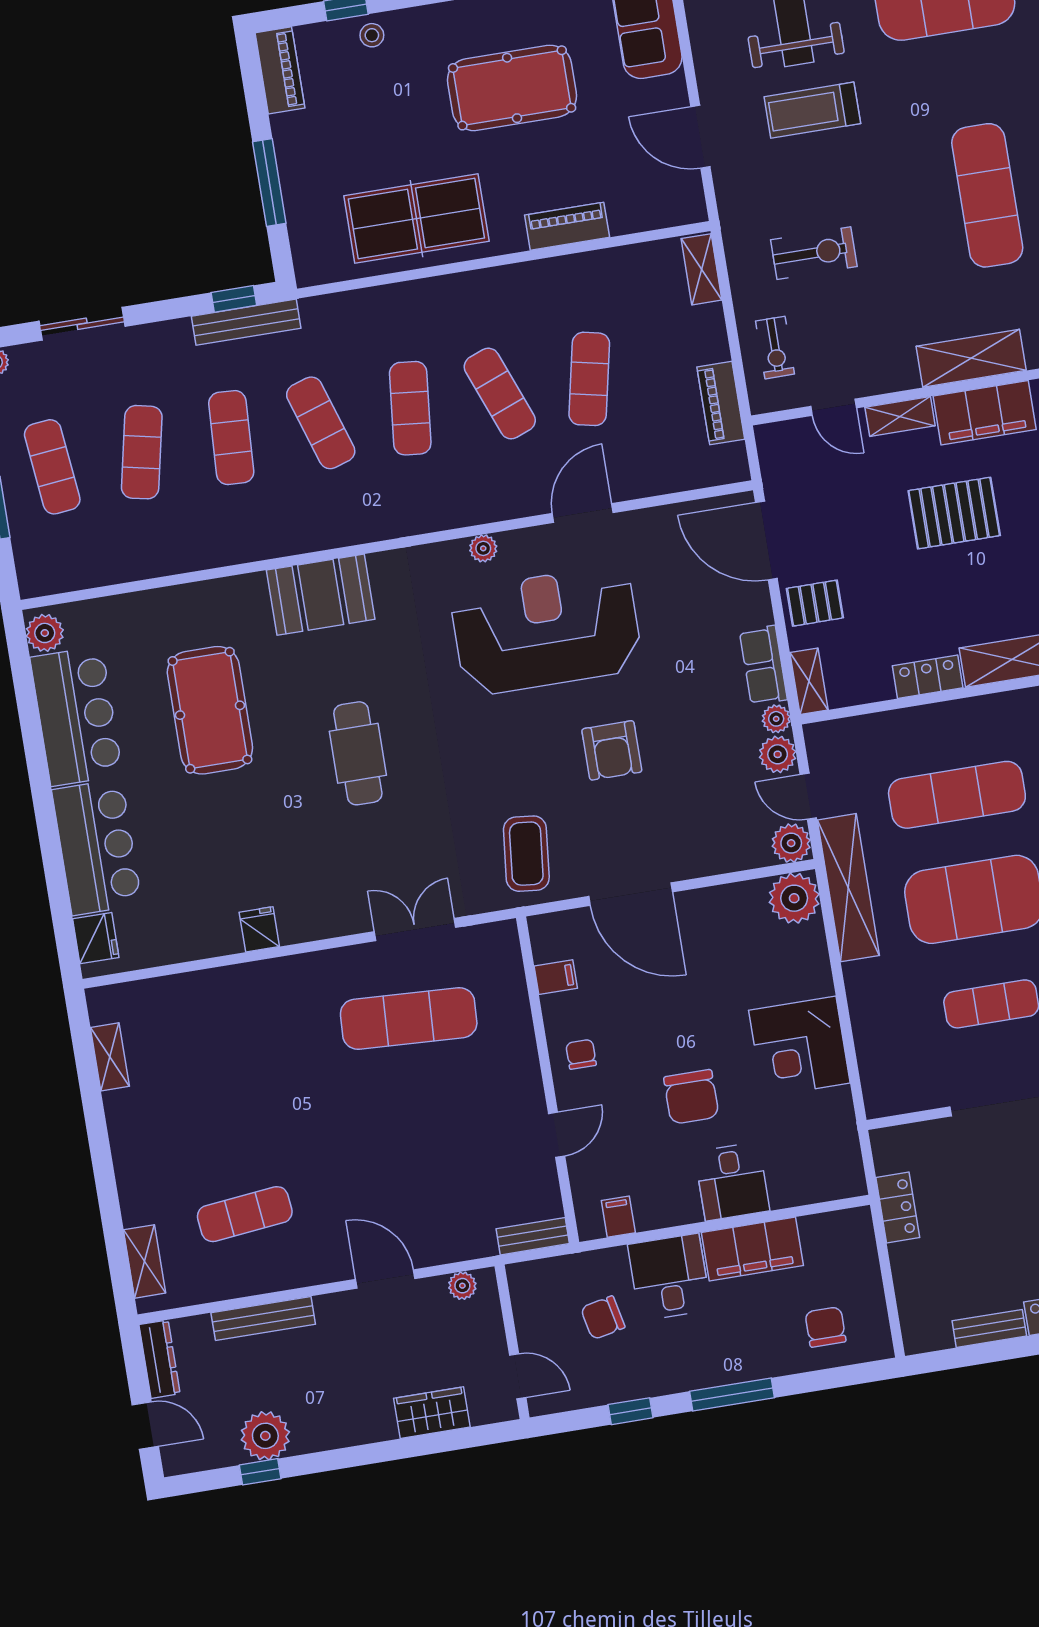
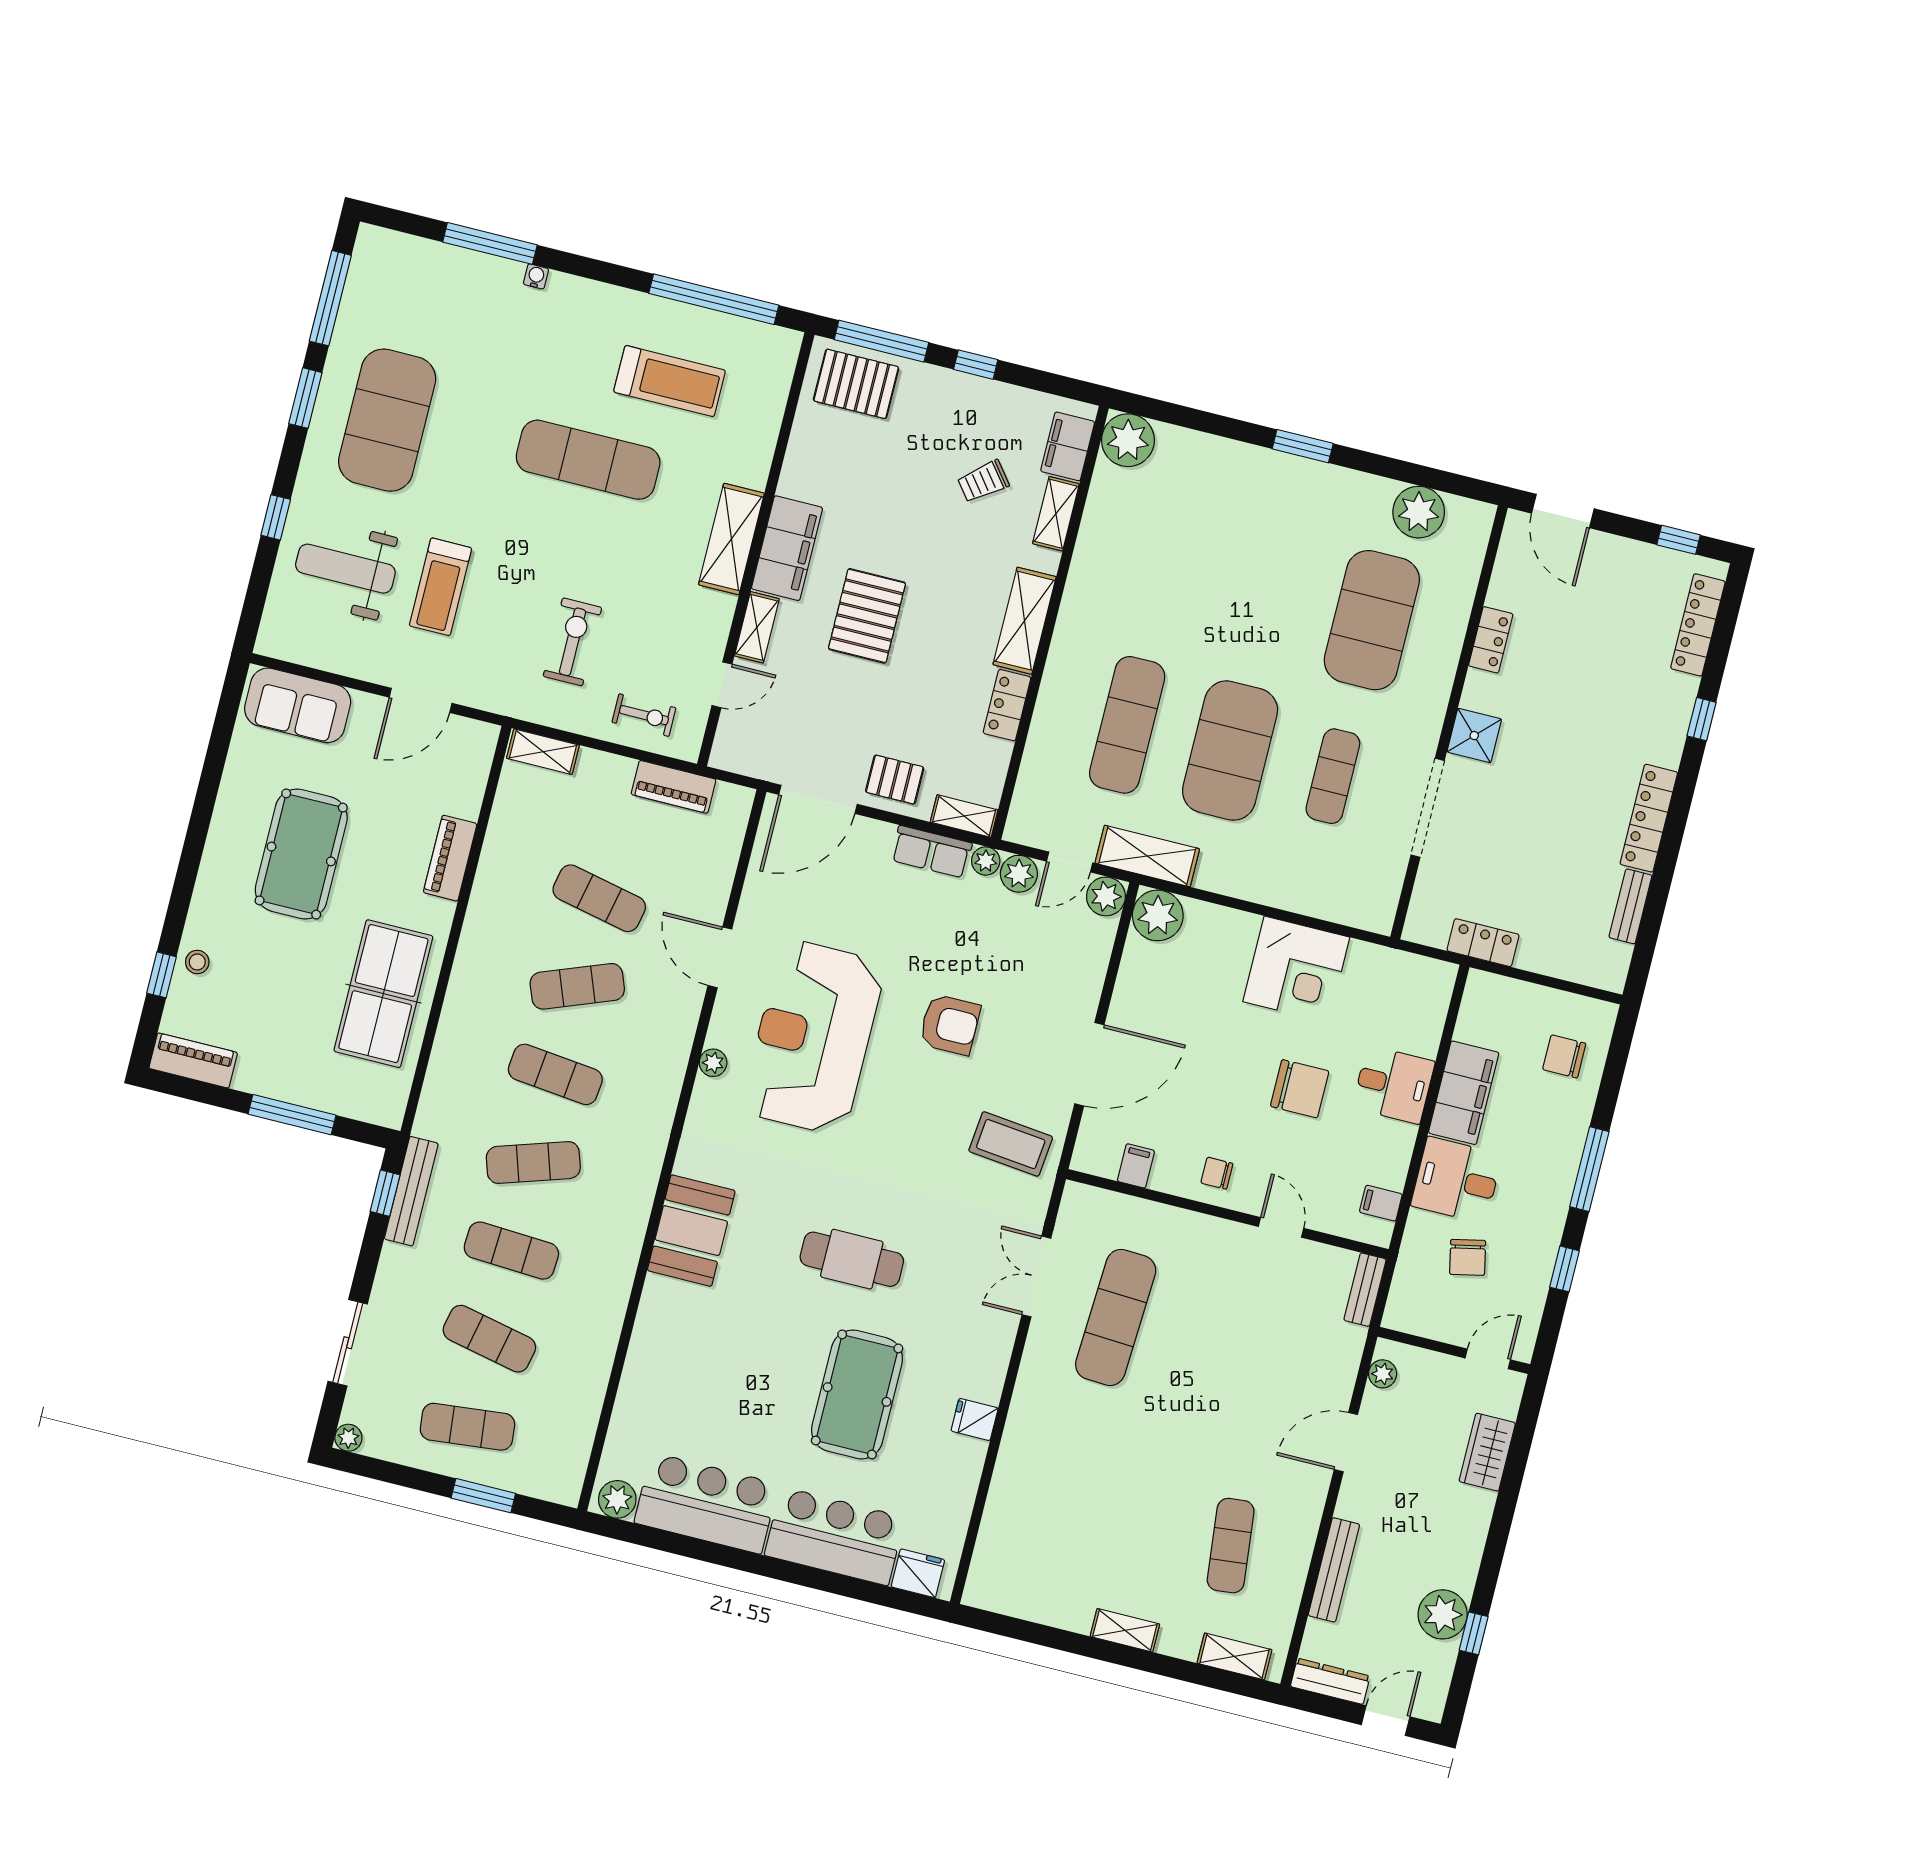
pallet: (815, 603) -> (895, 780), turned 90
pool table: (210, 710) -> (857, 1394), moved, turned 90
shelving: (848, 888) -> (1147, 856), width x0.68
shelving: (110, 1057) -> (1125, 1630), moved

